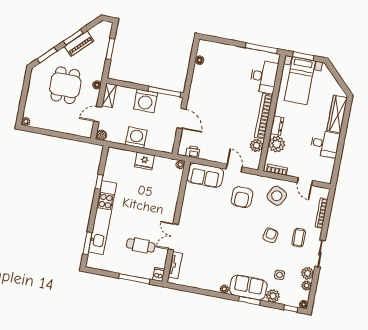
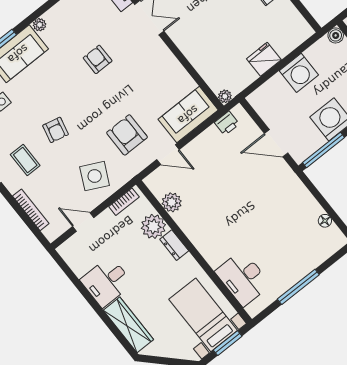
window: (261, 48) -> (298, 287), moved
bookcase: (264, 116) -> (198, 239), removed
armchair: (217, 245) -> (98, 59), added

